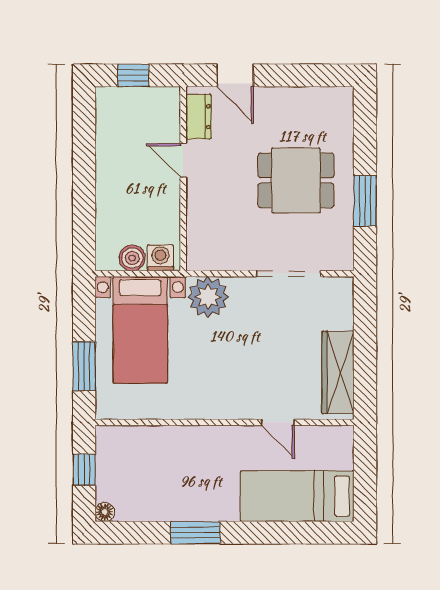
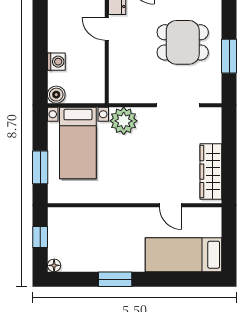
boiler: (132, 258) -> (56, 95), moved
washing machine: (161, 258) -> (56, 62), moved, turned 90

